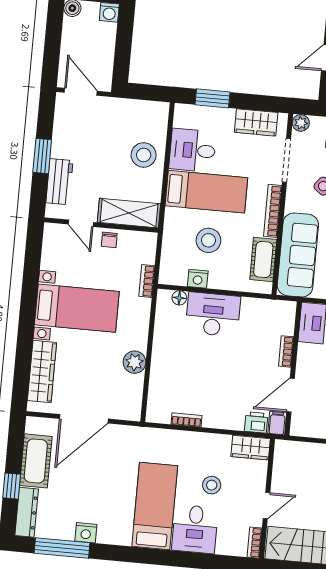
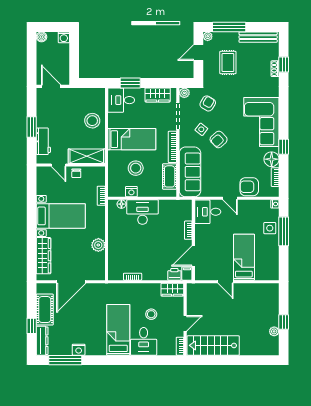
desk: (192, 150) -> (121, 100), moved

